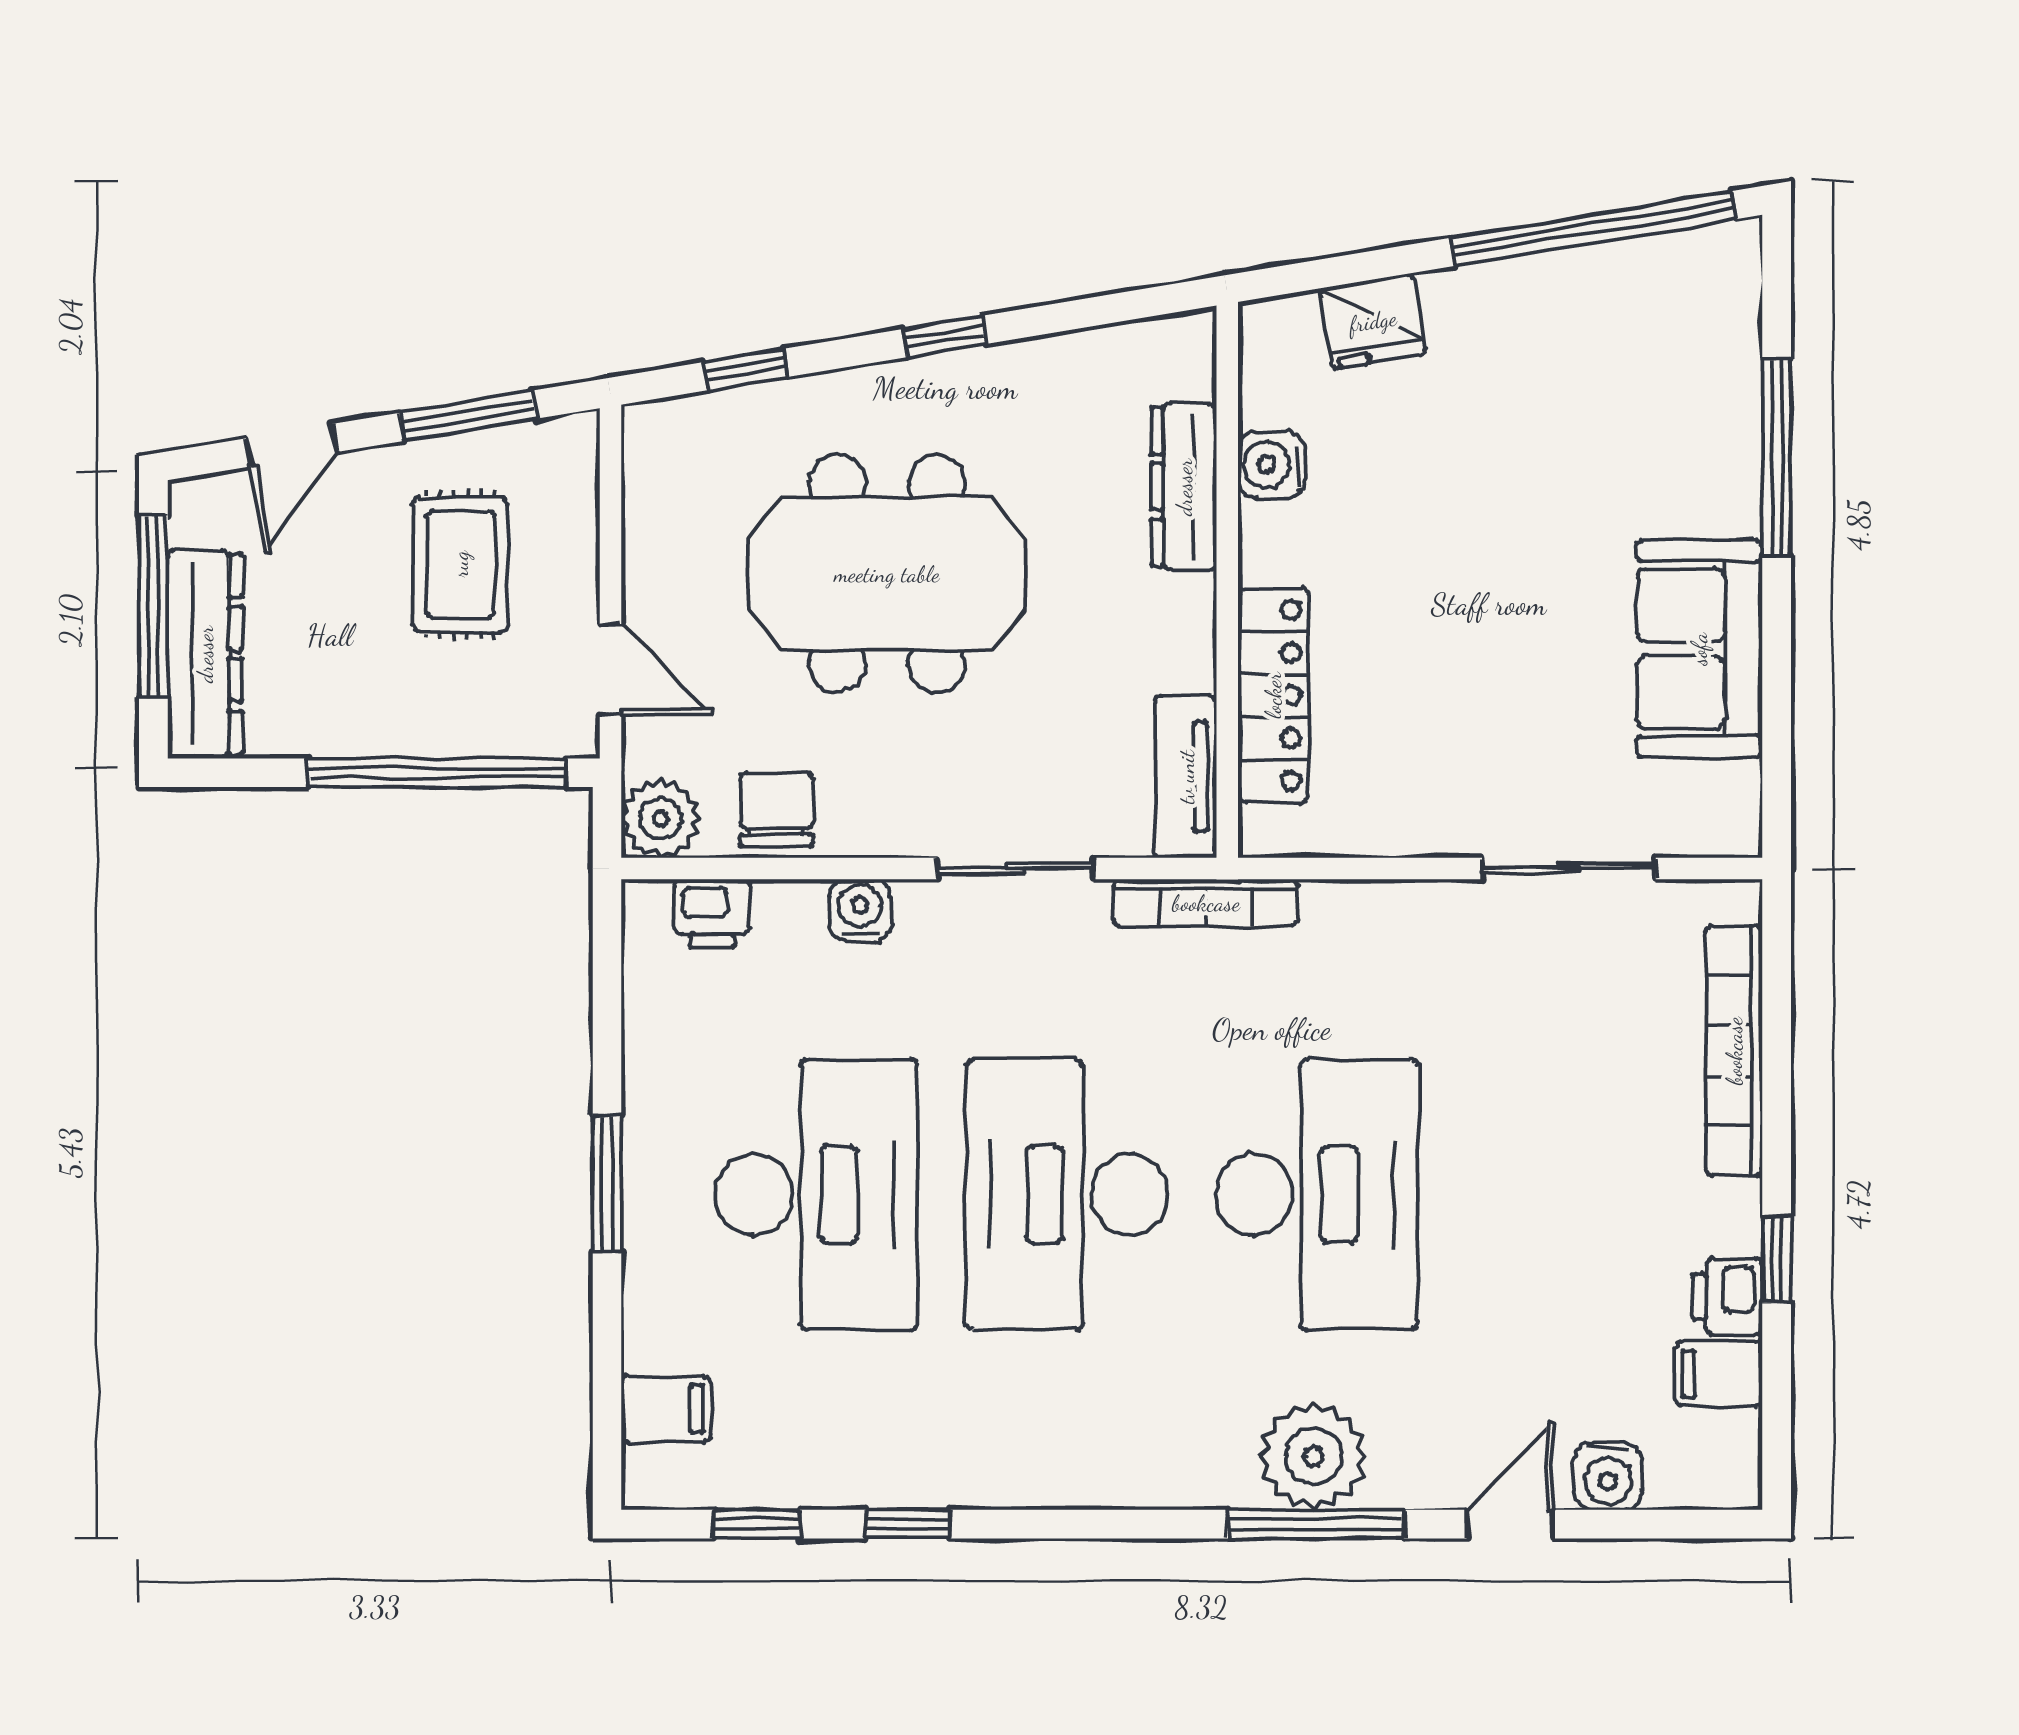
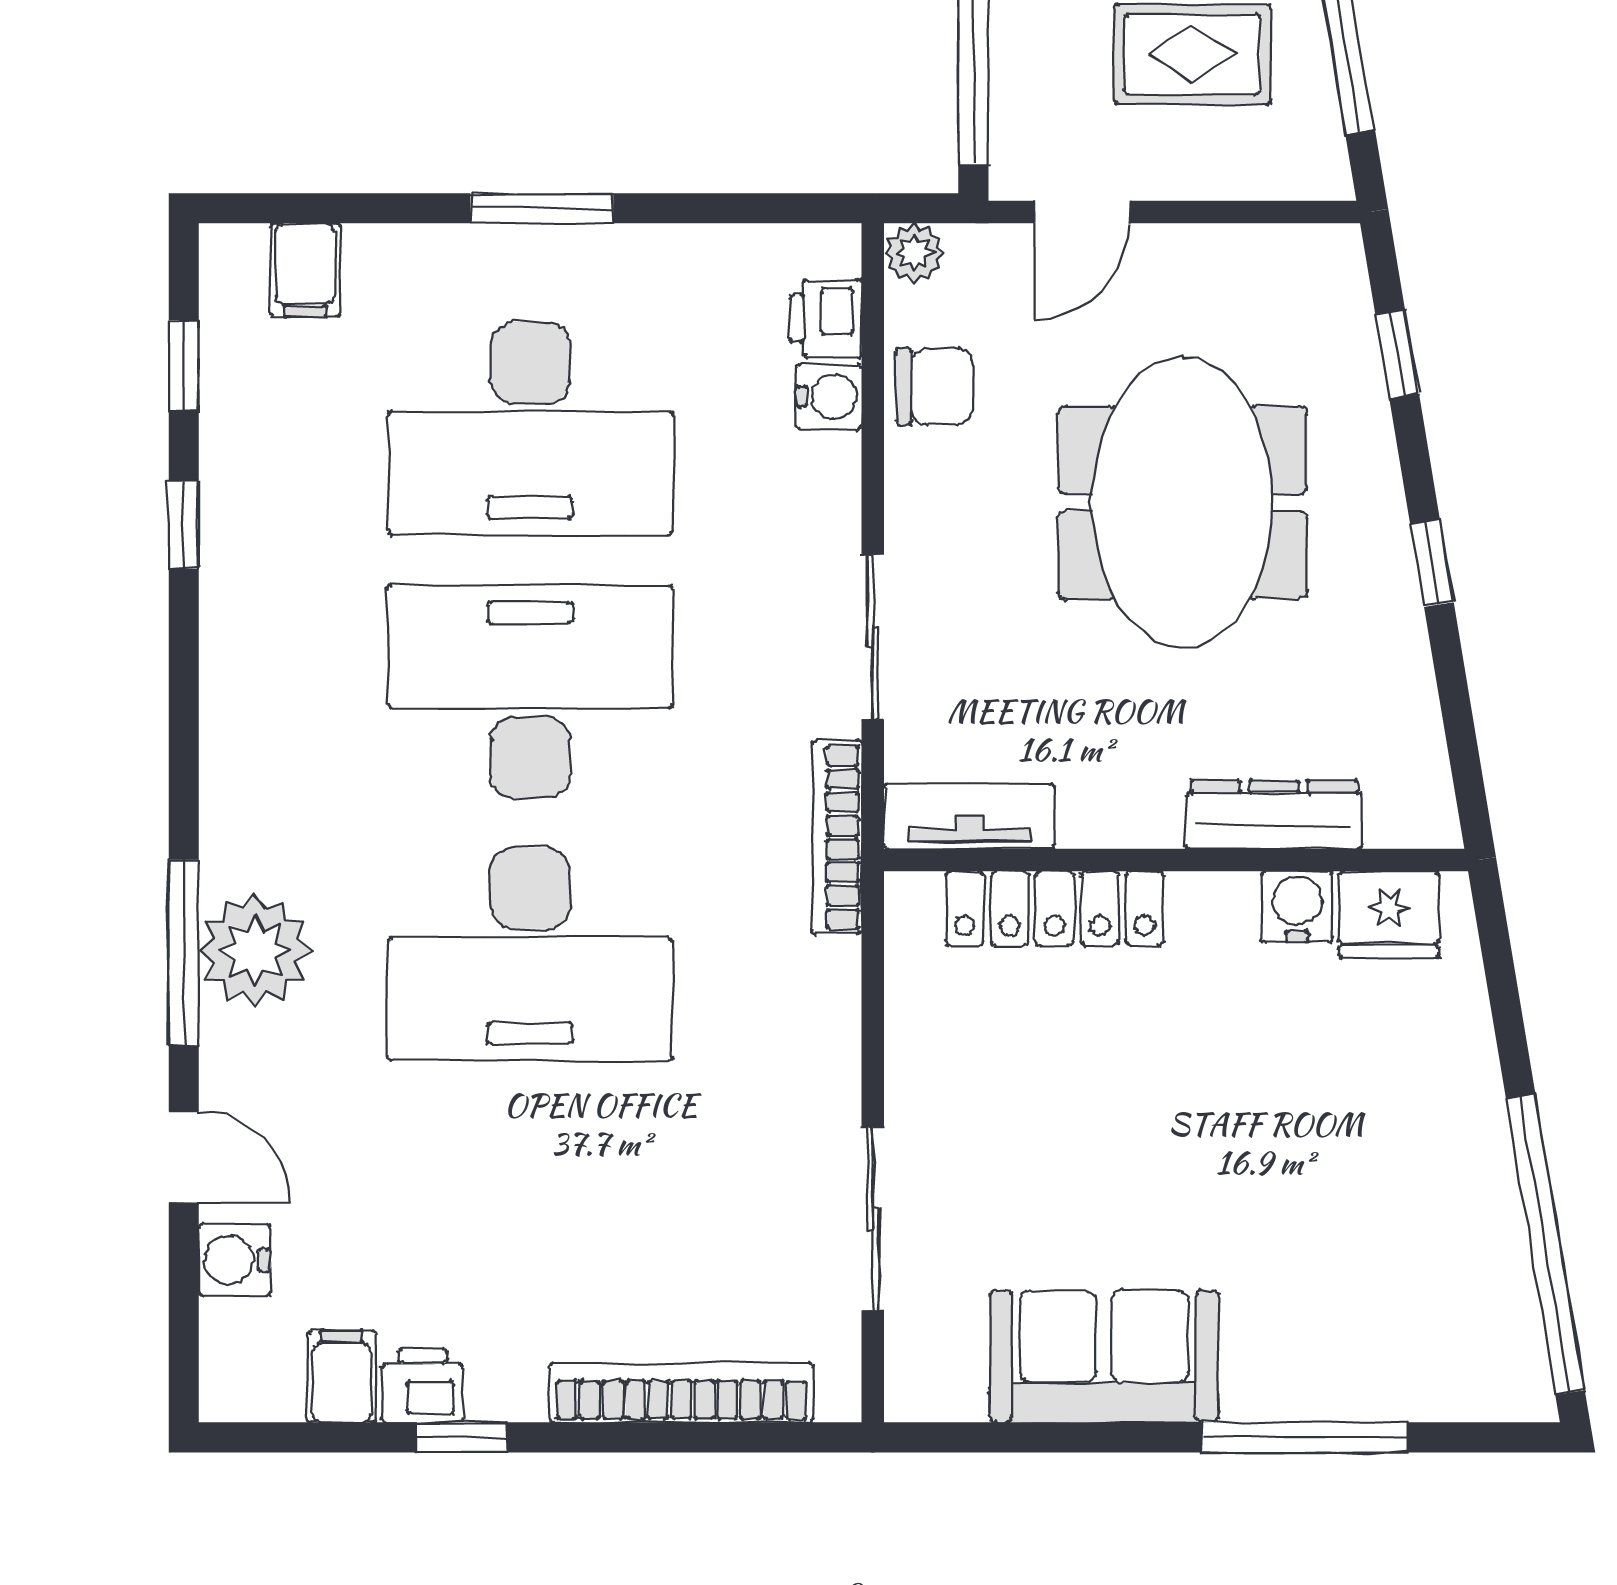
fridge: (1373, 321) -> (1389, 914), moved, turned -81
plant: (660, 819) -> (914, 253), width x0.73, depth x0.73
water cooler: (860, 910) -> (829, 397), moved

